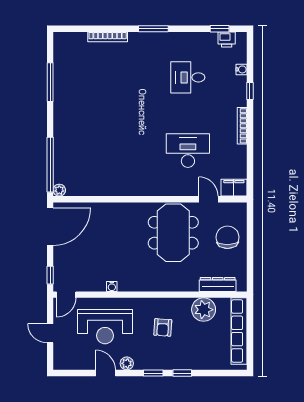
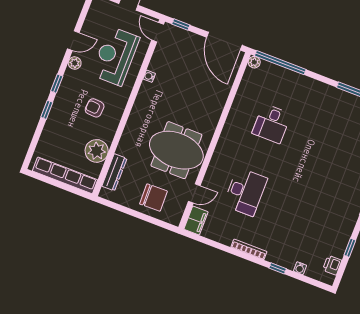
window: (220, 29) -> (350, 248), moved
desk: (188, 77) -> (272, 124), moved, turned 180

